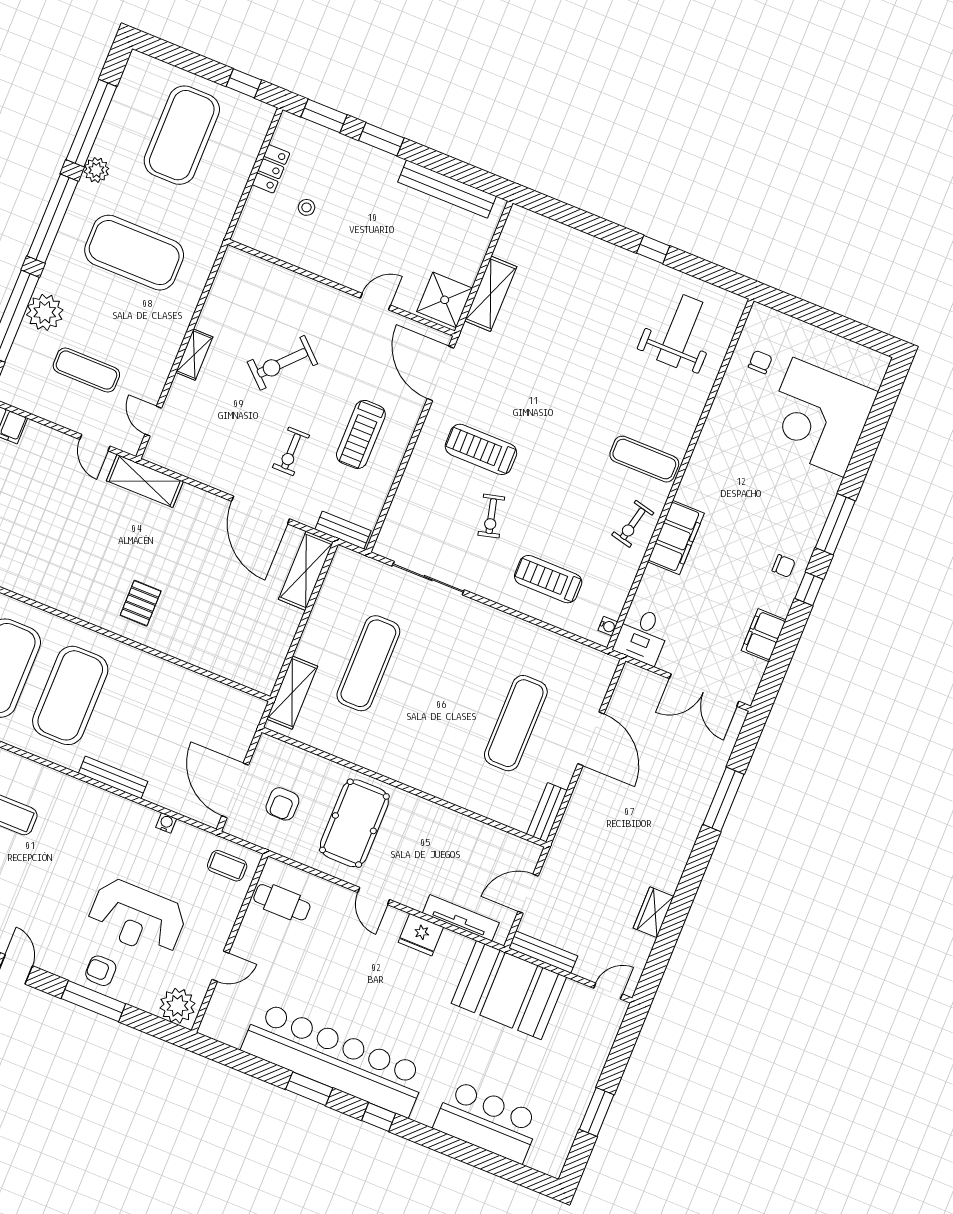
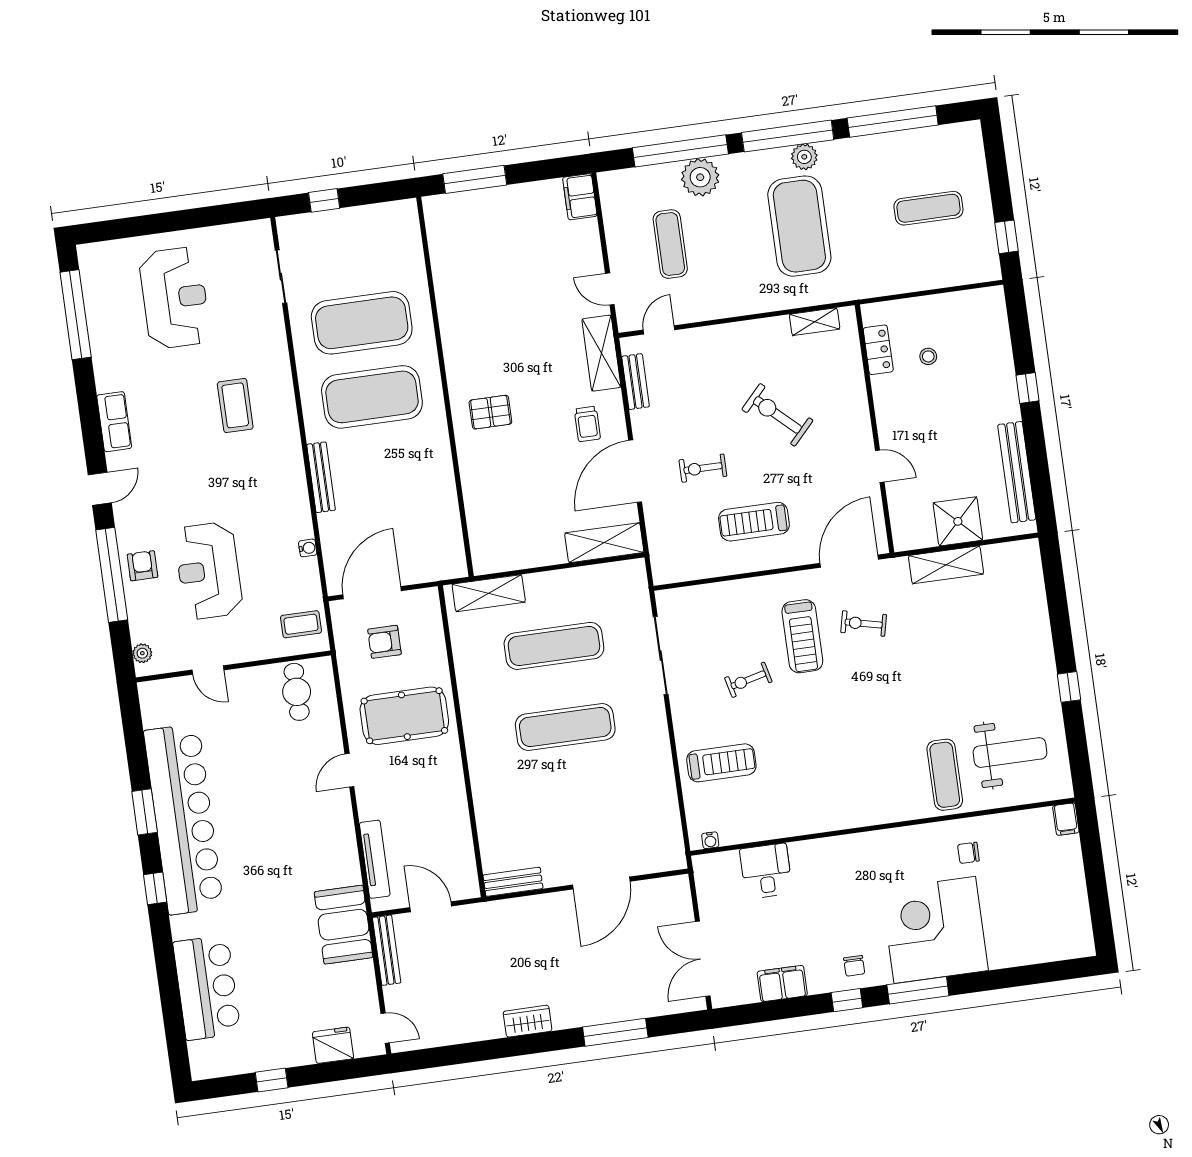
window: (324, 116) -> (1019, 325), removed
exercise mat: (182, 135) -> (928, 208), width x0.50, depth x0.69
window: (381, 139) -> (1028, 388), width x0.67
locker: (271, 169) -> (878, 350), moved, turned -90
plant: (96, 170) -> (804, 157), moved
shower: (445, 300) -> (958, 521), moved
shelving: (194, 355) -> (815, 322), moved
chair: (760, 362) -> (968, 853), moved, turned 180
corner desk: (818, 417) -> (935, 930), moved
door: (95, 443) -> (610, 289), hinge flipped
treadmill: (481, 449) -> (802, 636), turned 180
exercise mat: (644, 459) -> (945, 775), moved
exercise bike: (633, 524) -> (864, 624), moved
trolley: (198, 527) -> (587, 424), added
bench: (343, 530) -> (636, 382), moved
filing cabinet: (676, 537) -> (1066, 819), moved, width x0.33, depth x0.86
treadmill: (548, 579) -> (721, 763), turned 90
desk: (642, 636) -> (766, 871), moved, turned 90
exercise mat: (516, 723) -> (565, 727), moved
coffee table: (227, 866) -> (301, 624), turned 90
wardrobe: (653, 912) -> (528, 1021), moved
fridge: (421, 935) -> (333, 1045), moved, turned 90
booth: (509, 990) -> (344, 925), width x0.73, depth x0.70
window: (93, 1001) -> (112, 575), width x1.46
plant: (177, 1006) -> (142, 653), width x0.53, depth x0.53
window: (597, 1112) -> (272, 1080), width x0.67

